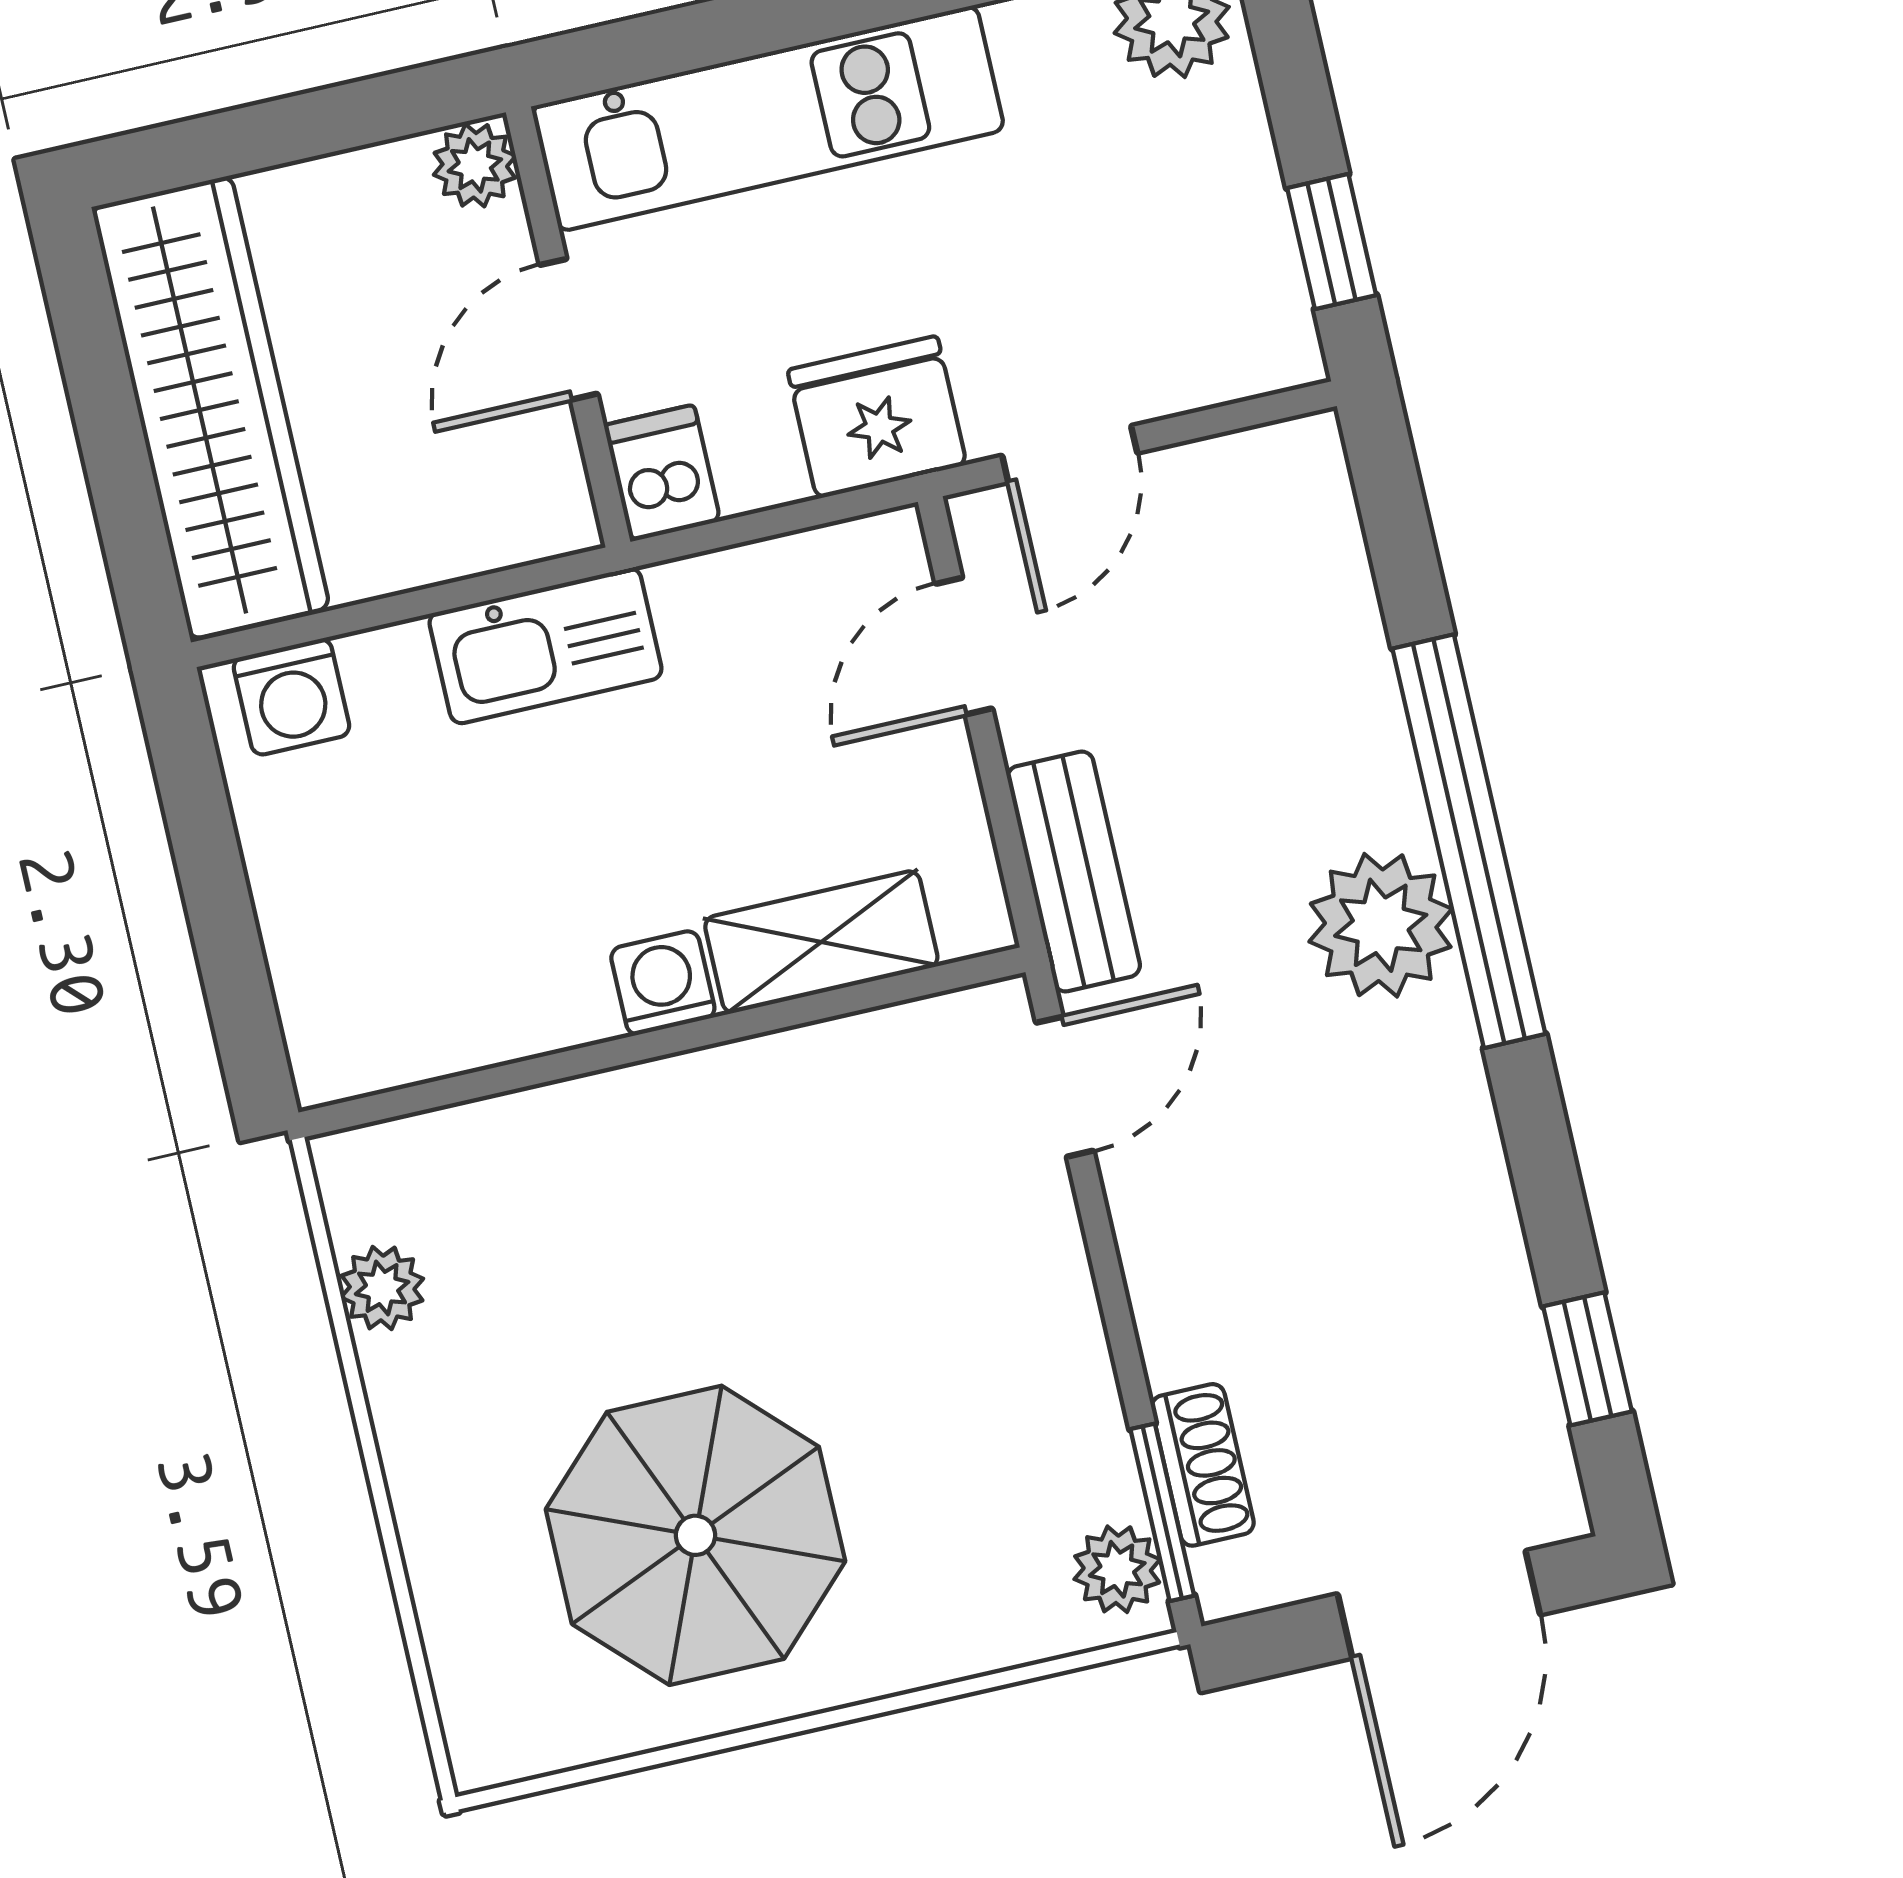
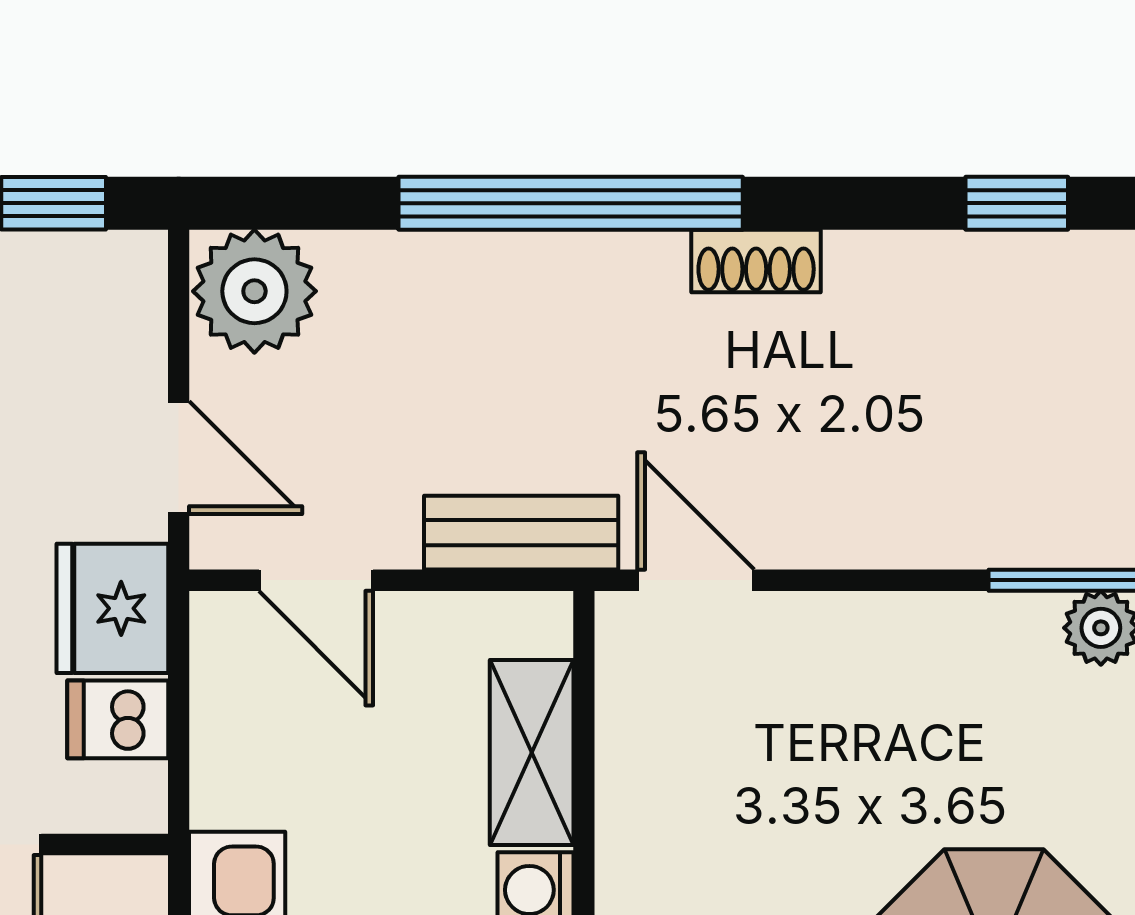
dishwasher: (662, 473) -> (118, 719), moved
plant: (1381, 925) -> (254, 291), moved
shoe rack: (1203, 1465) -> (756, 261), moved, turned 180

